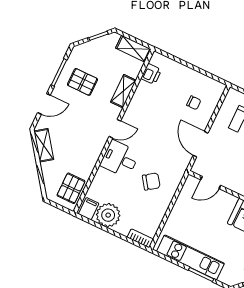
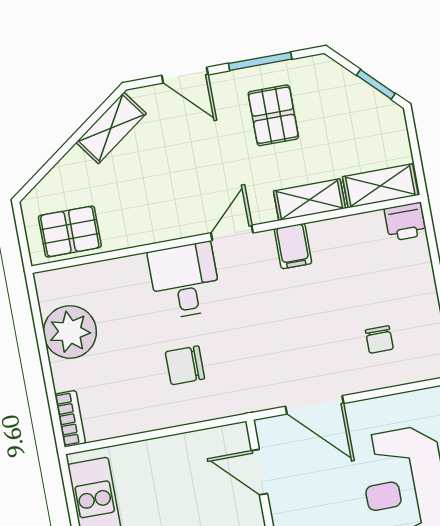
shelving: (133, 49) -> (380, 186), moved, turned 90
printer: (151, 74) -> (405, 222), moved
door: (115, 129) -> (232, 233), swing flipped
door: (201, 144) -> (315, 405), swing flipped
chair: (151, 182) -> (185, 365), turned 125
filing cabinet: (89, 209) -> (293, 246), moved, turned 90

